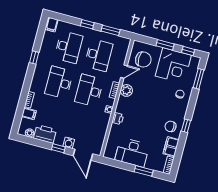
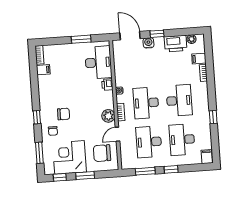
desk: (89, 91) -> (146, 103), turned 180
chair: (171, 126) -> (64, 114), moved
window: (186, 126) -> (37, 117), moved
filing cabinet: (171, 147) -> (43, 70), width x0.50
desk: (132, 152) -> (98, 62), moved, turned 90
window: (144, 171) -> (81, 39), moved

